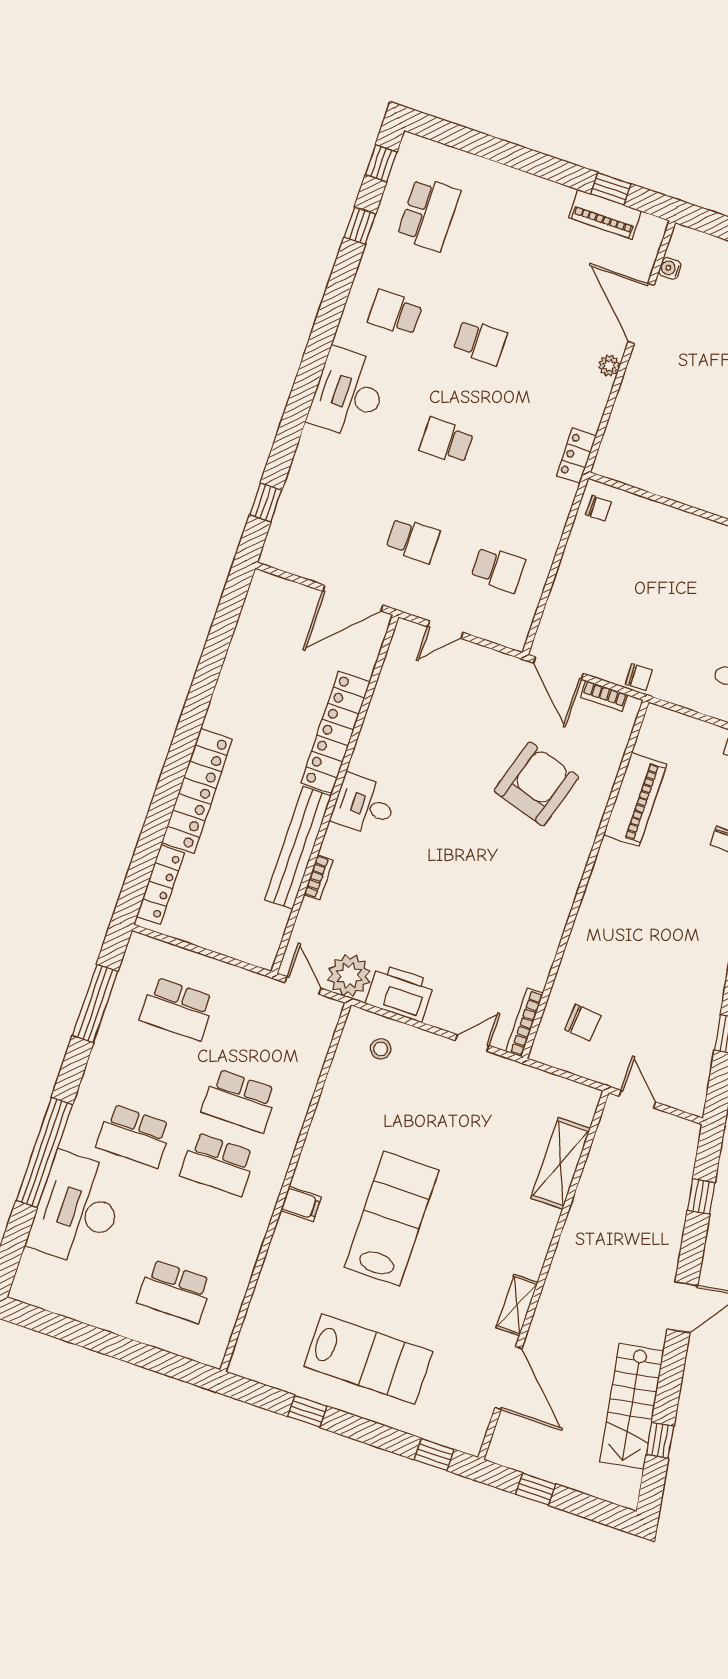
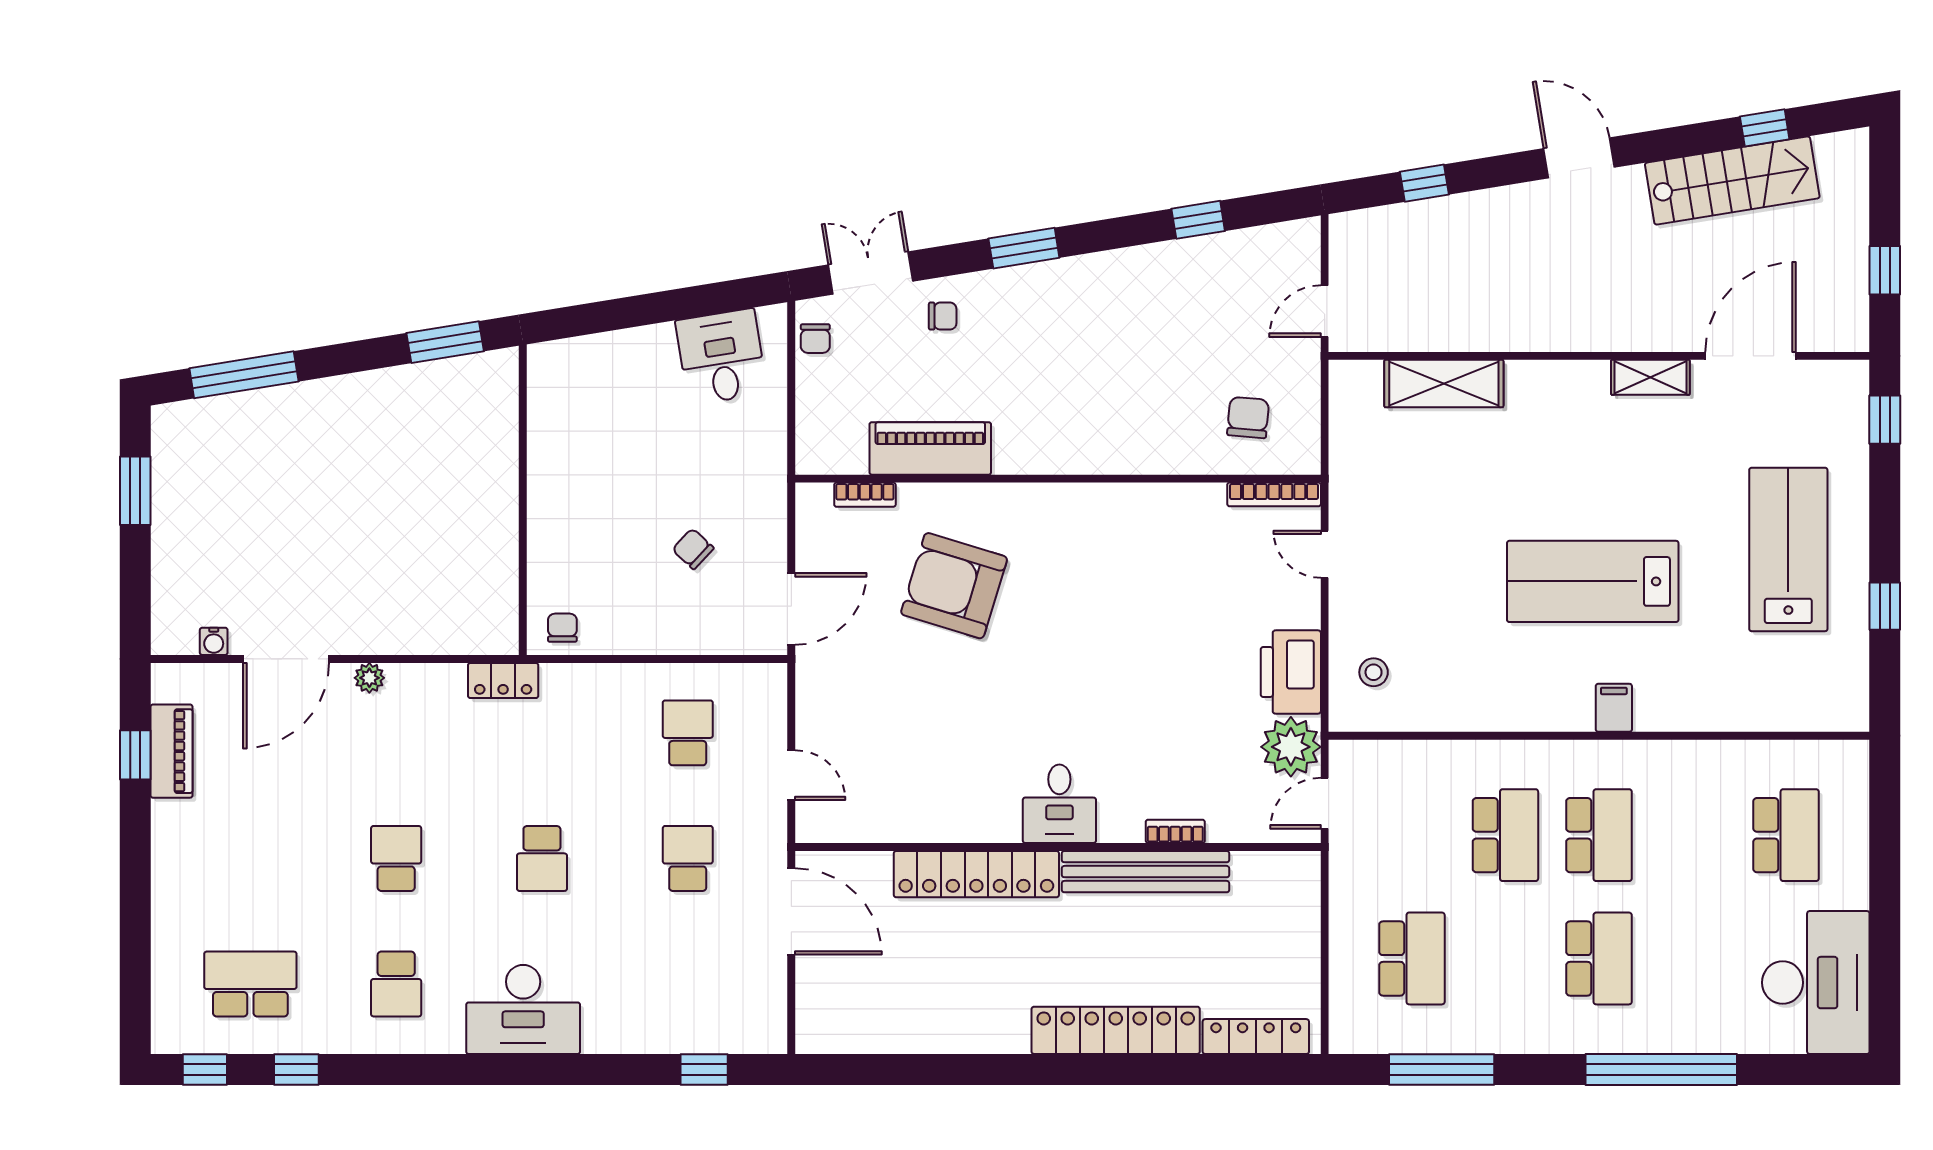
chair: (639, 677) -> (693, 549), moved, turned -46
bookcase: (604, 696) -> (865, 495), moved, turned 90
desk: (77, 1209) -> (1816, 983), moved, turned -90

